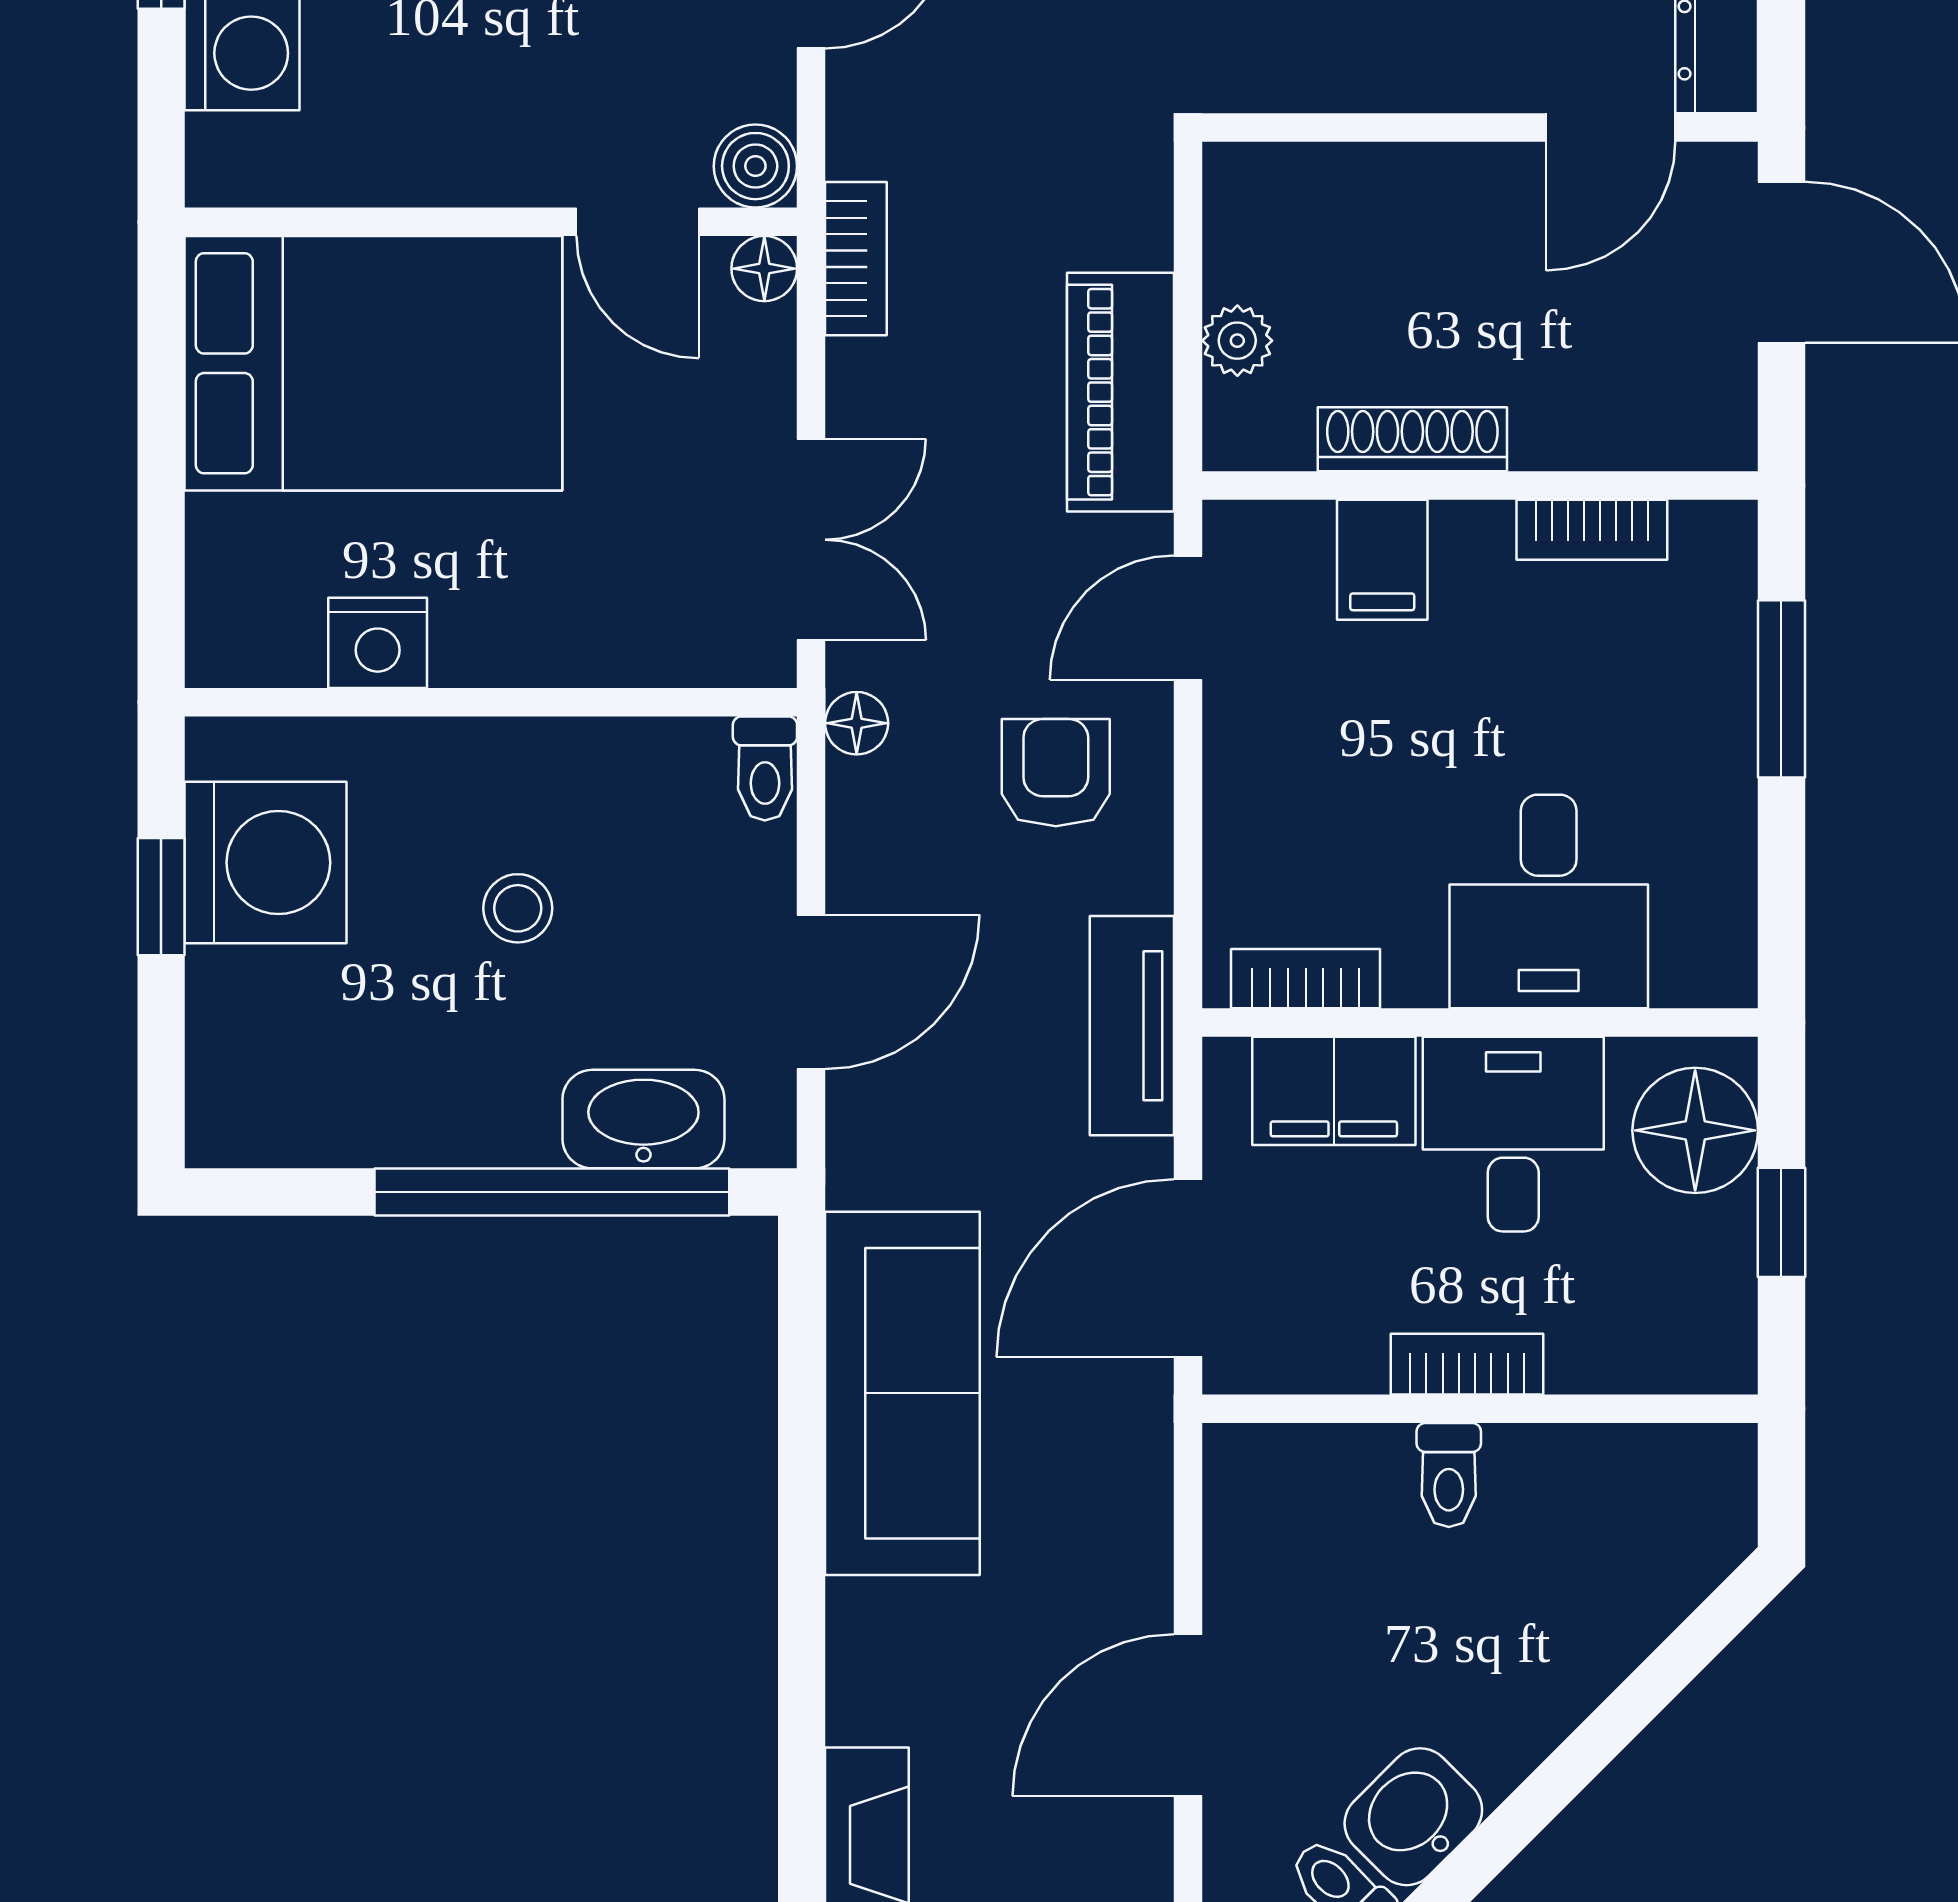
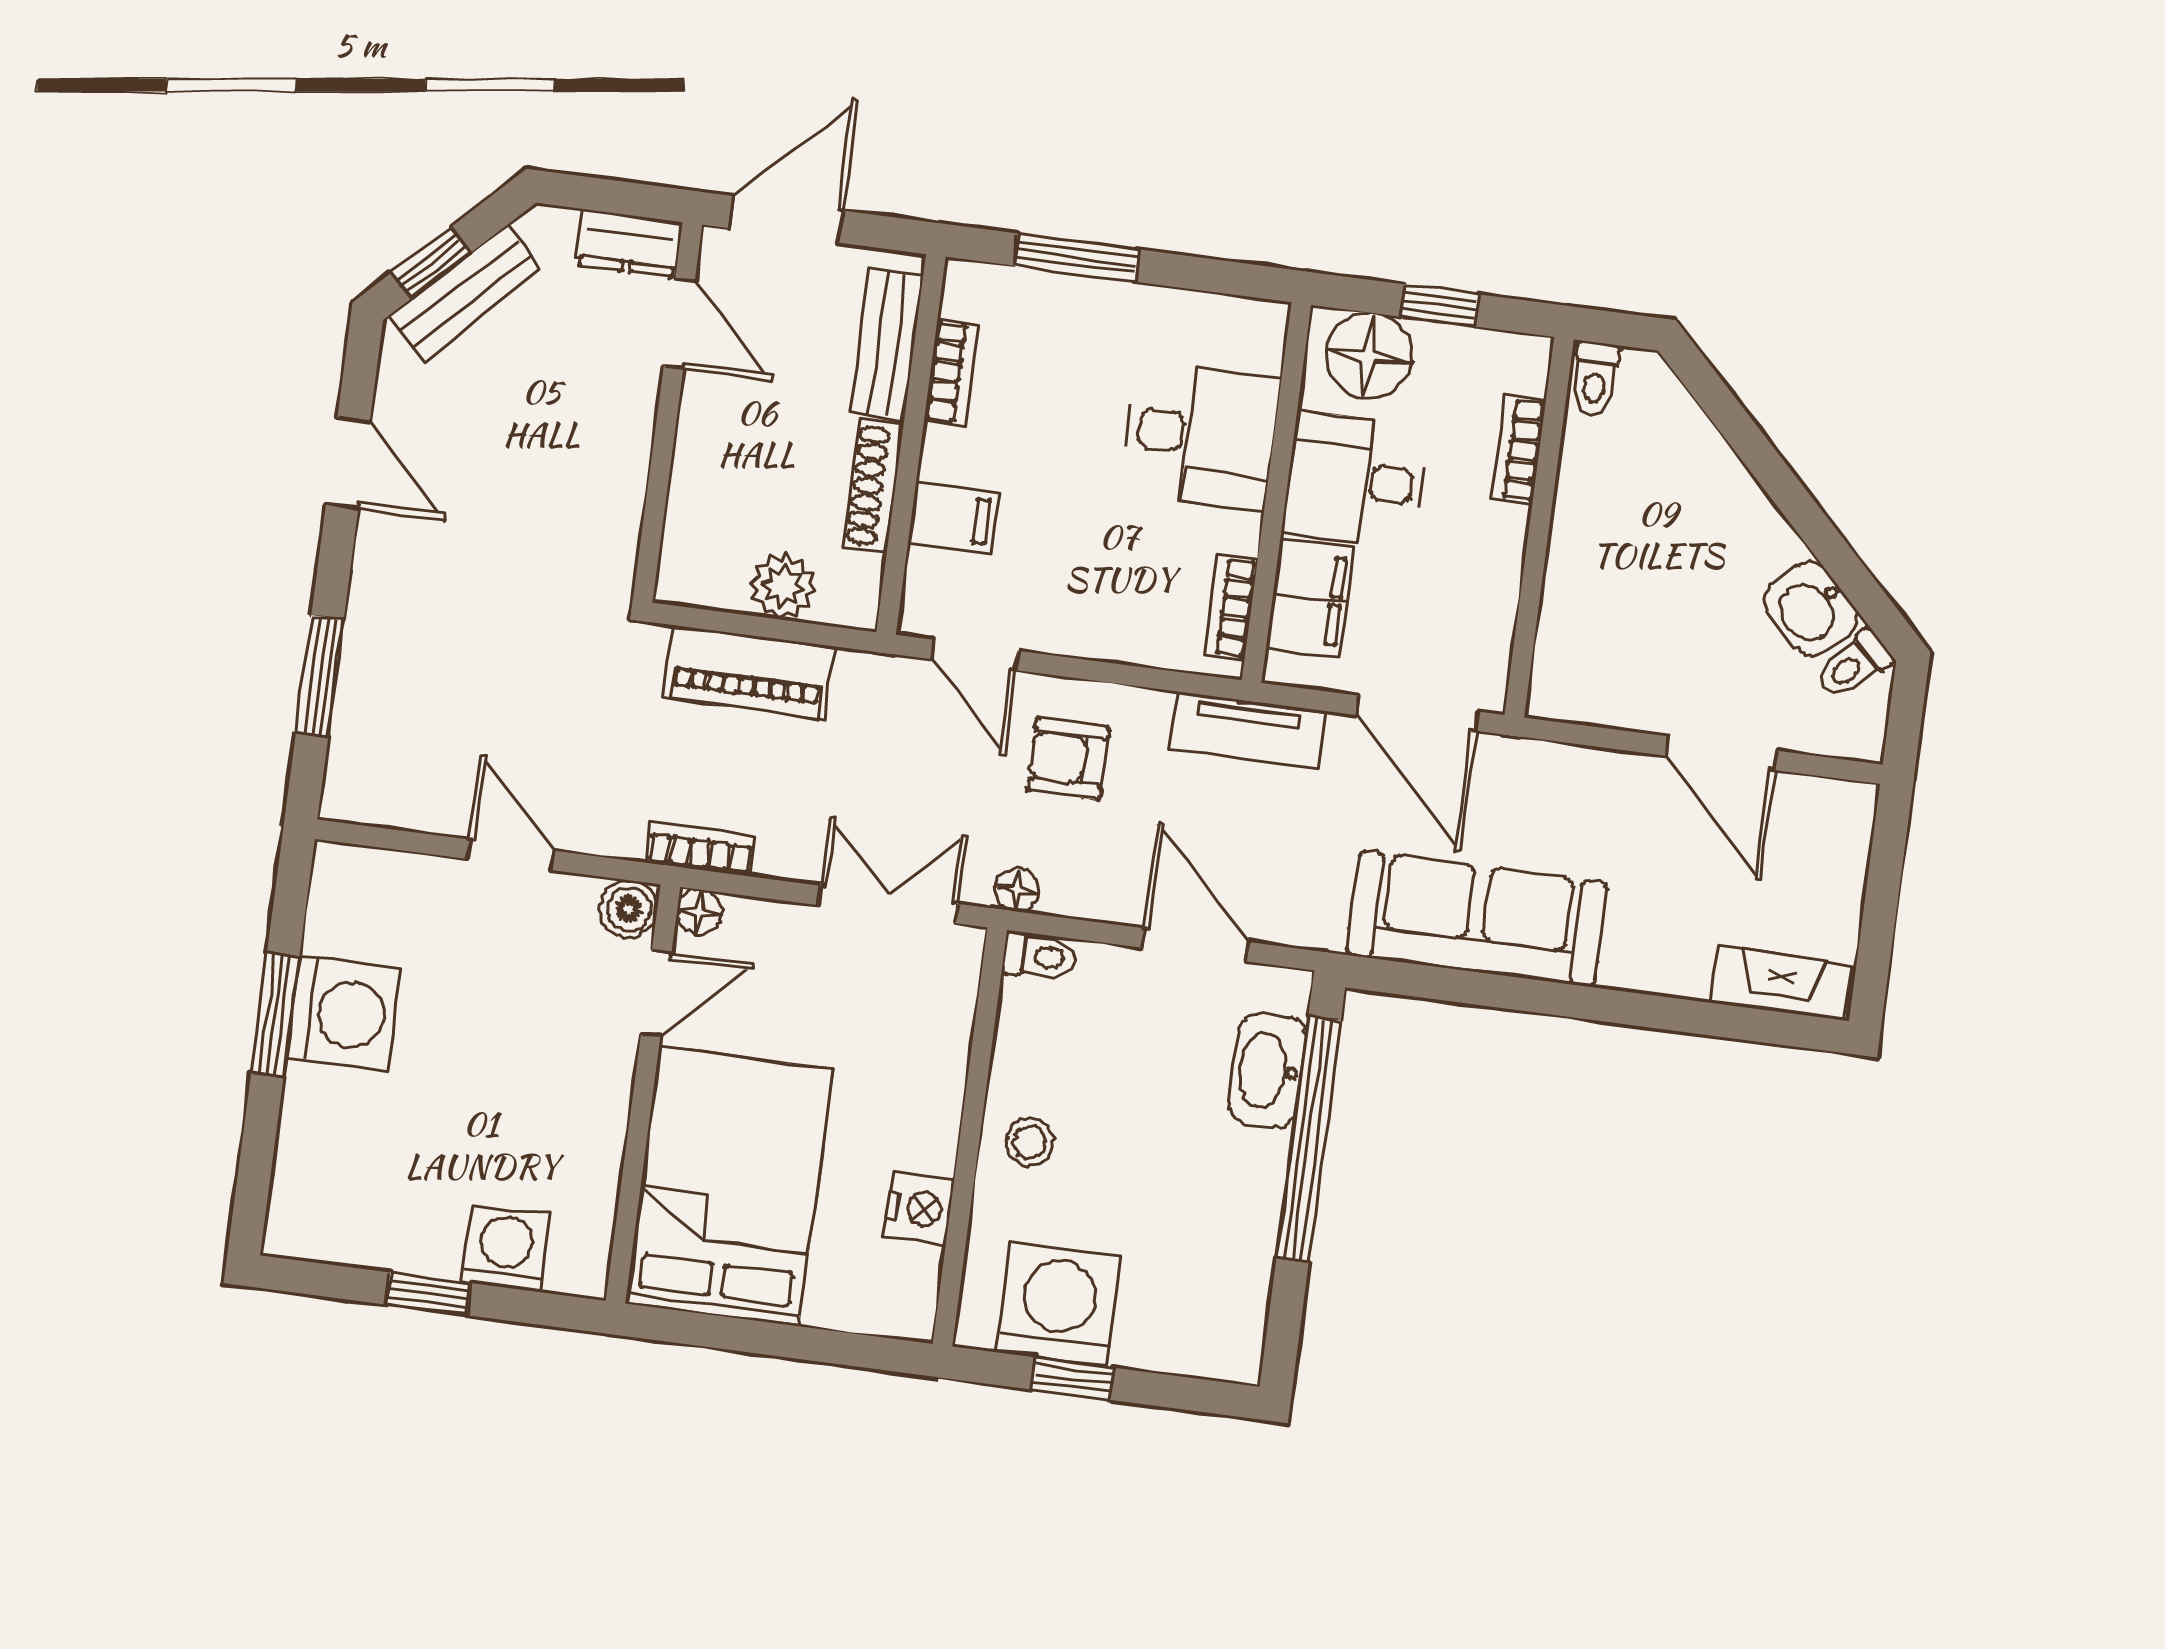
plant: (1237, 341) -> (783, 587), width x1.38, depth x1.38
piano: (1120, 392) -> (749, 672), moved
bench: (1620, 431) -> (887, 344), added
stool: (518, 908) -> (1030, 1142), moved
bookcase: (1467, 1364) -> (1519, 449), moved
toilet: (1449, 1475) -> (1595, 378), moved, turned 90

